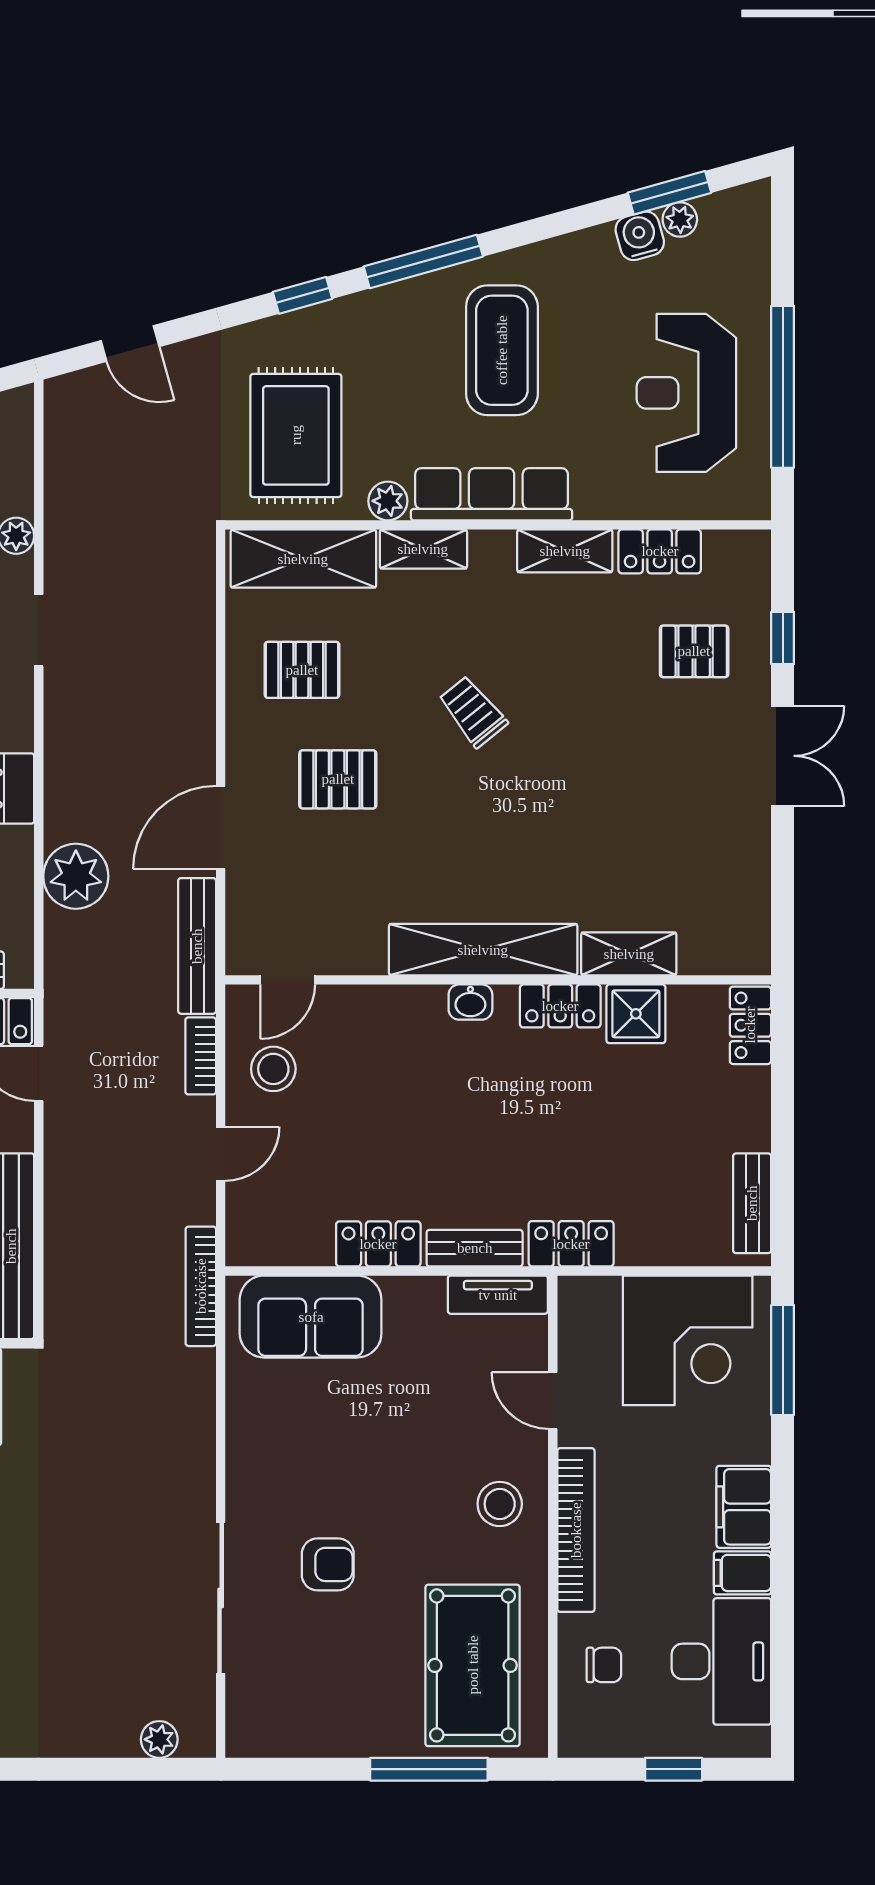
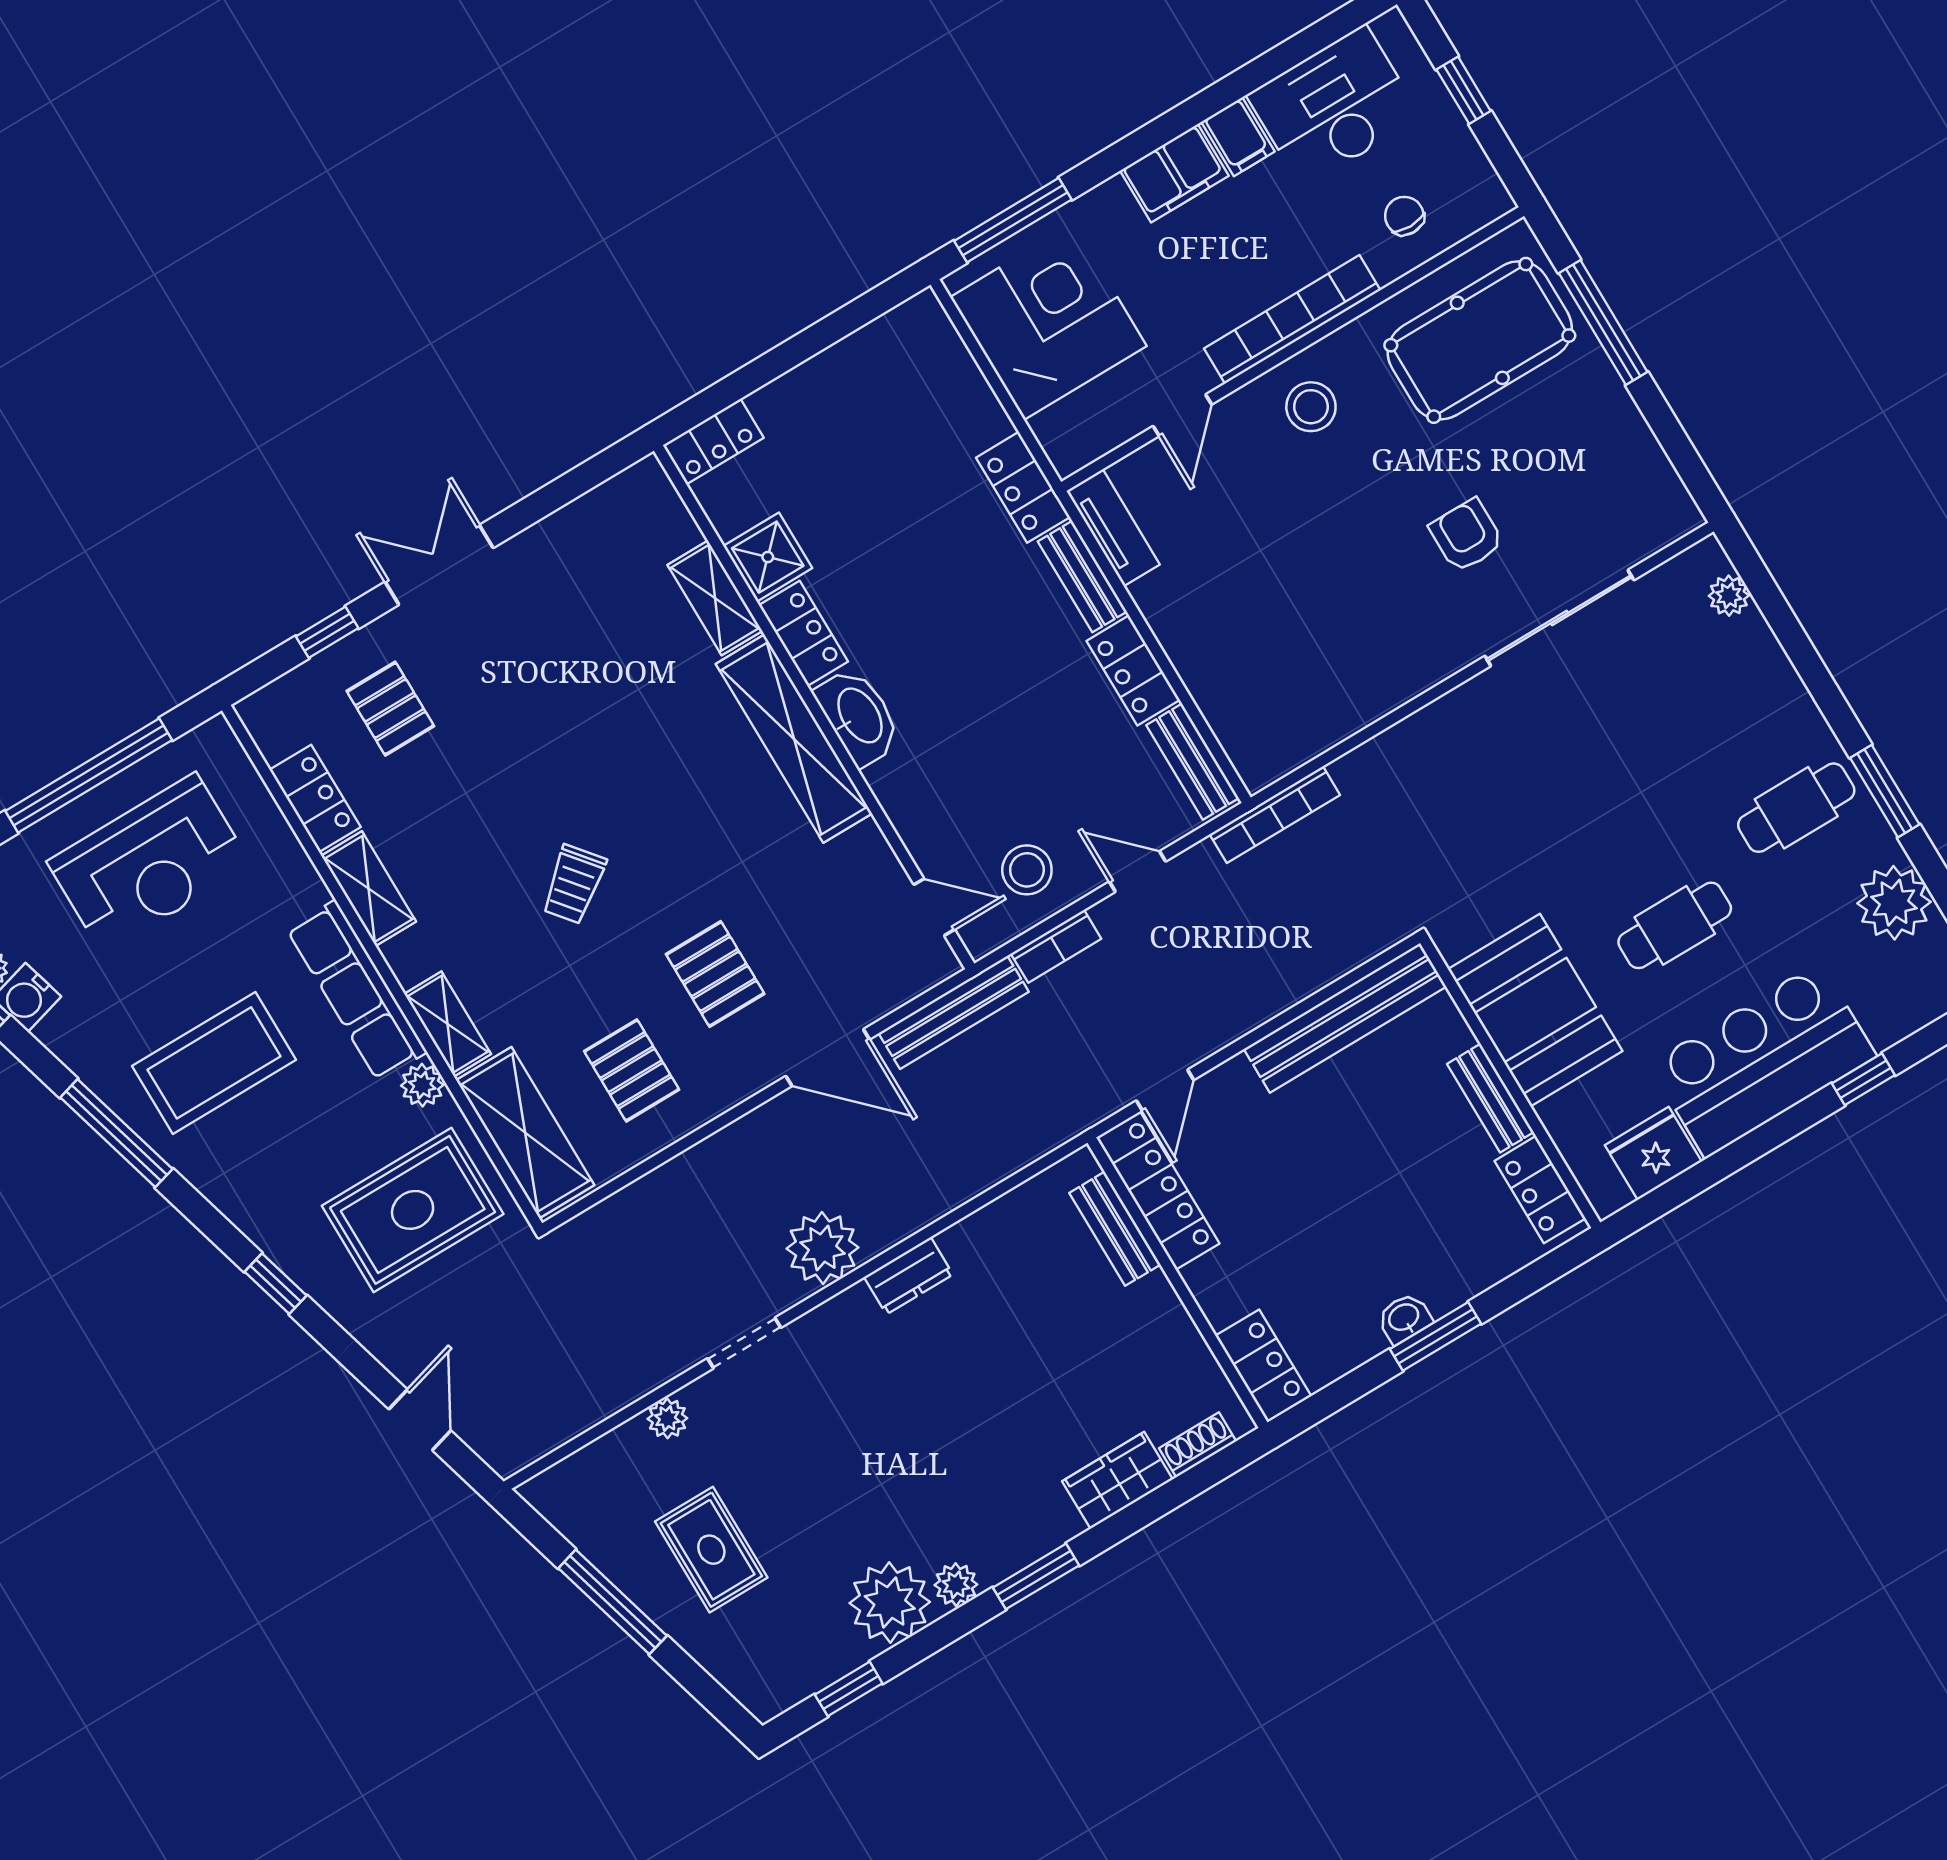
window: (423, 262) -> (116, 1133), moved
plant: (76, 876) -> (823, 1248), moved
washbasin: (470, 1002) -> (859, 716), width x1.91, depth x1.45
bench: (752, 1203) -> (1193, 762), moved, turned 90
sofa: (311, 1317) -> (1241, 693), removed

